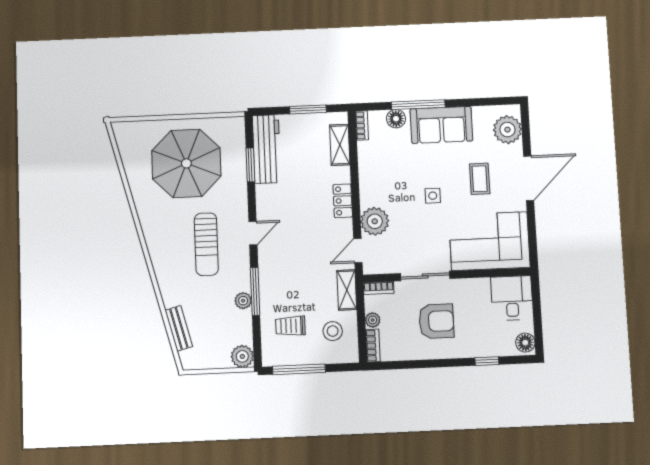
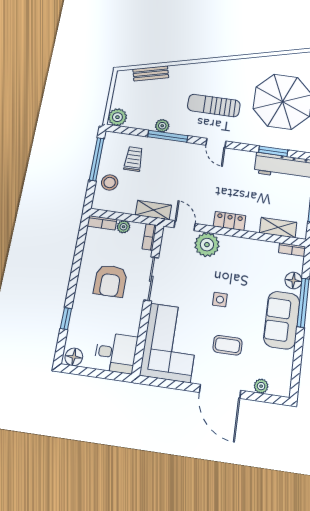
plant: (507, 130) -> (261, 386), width x0.53, depth x0.53
stool: (333, 331) -> (110, 182), moved

